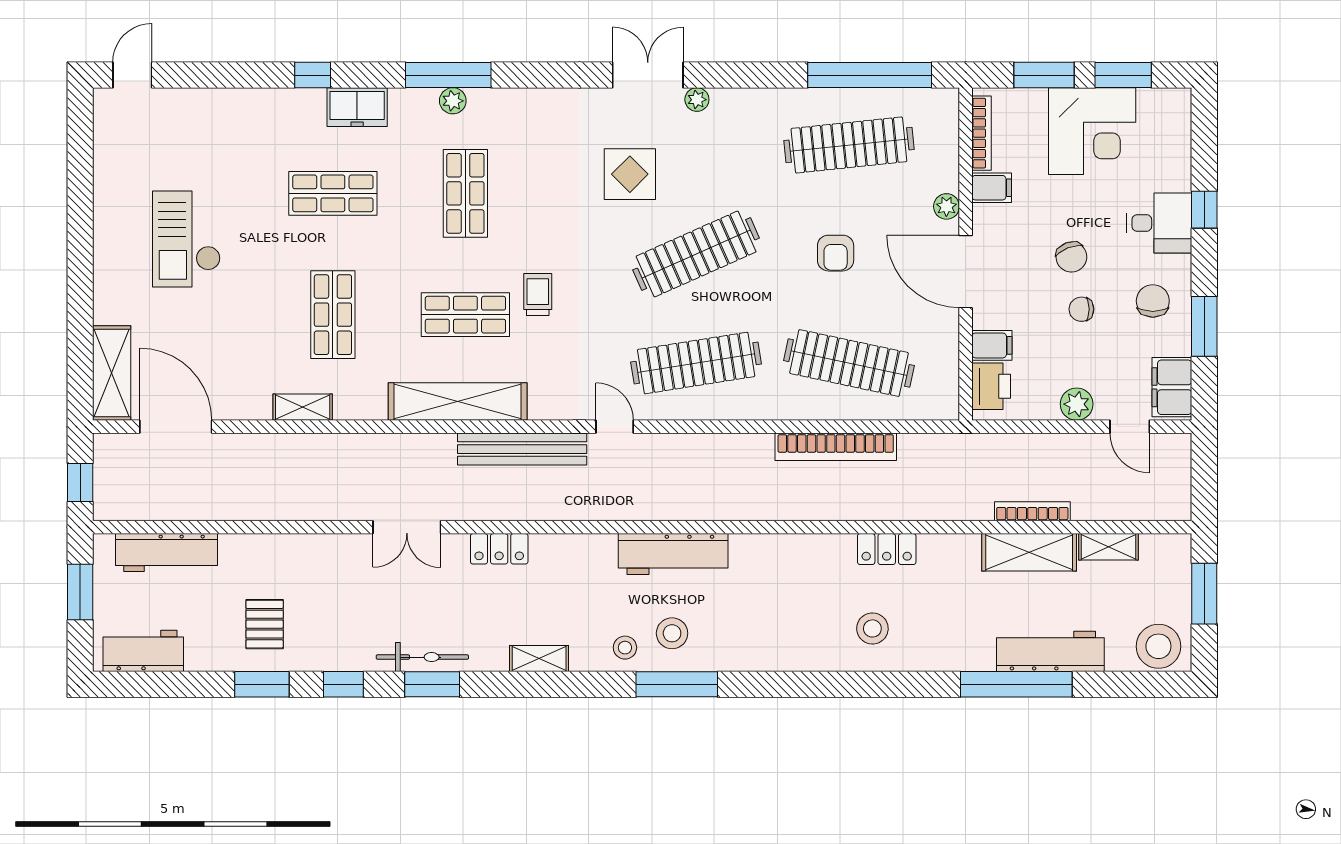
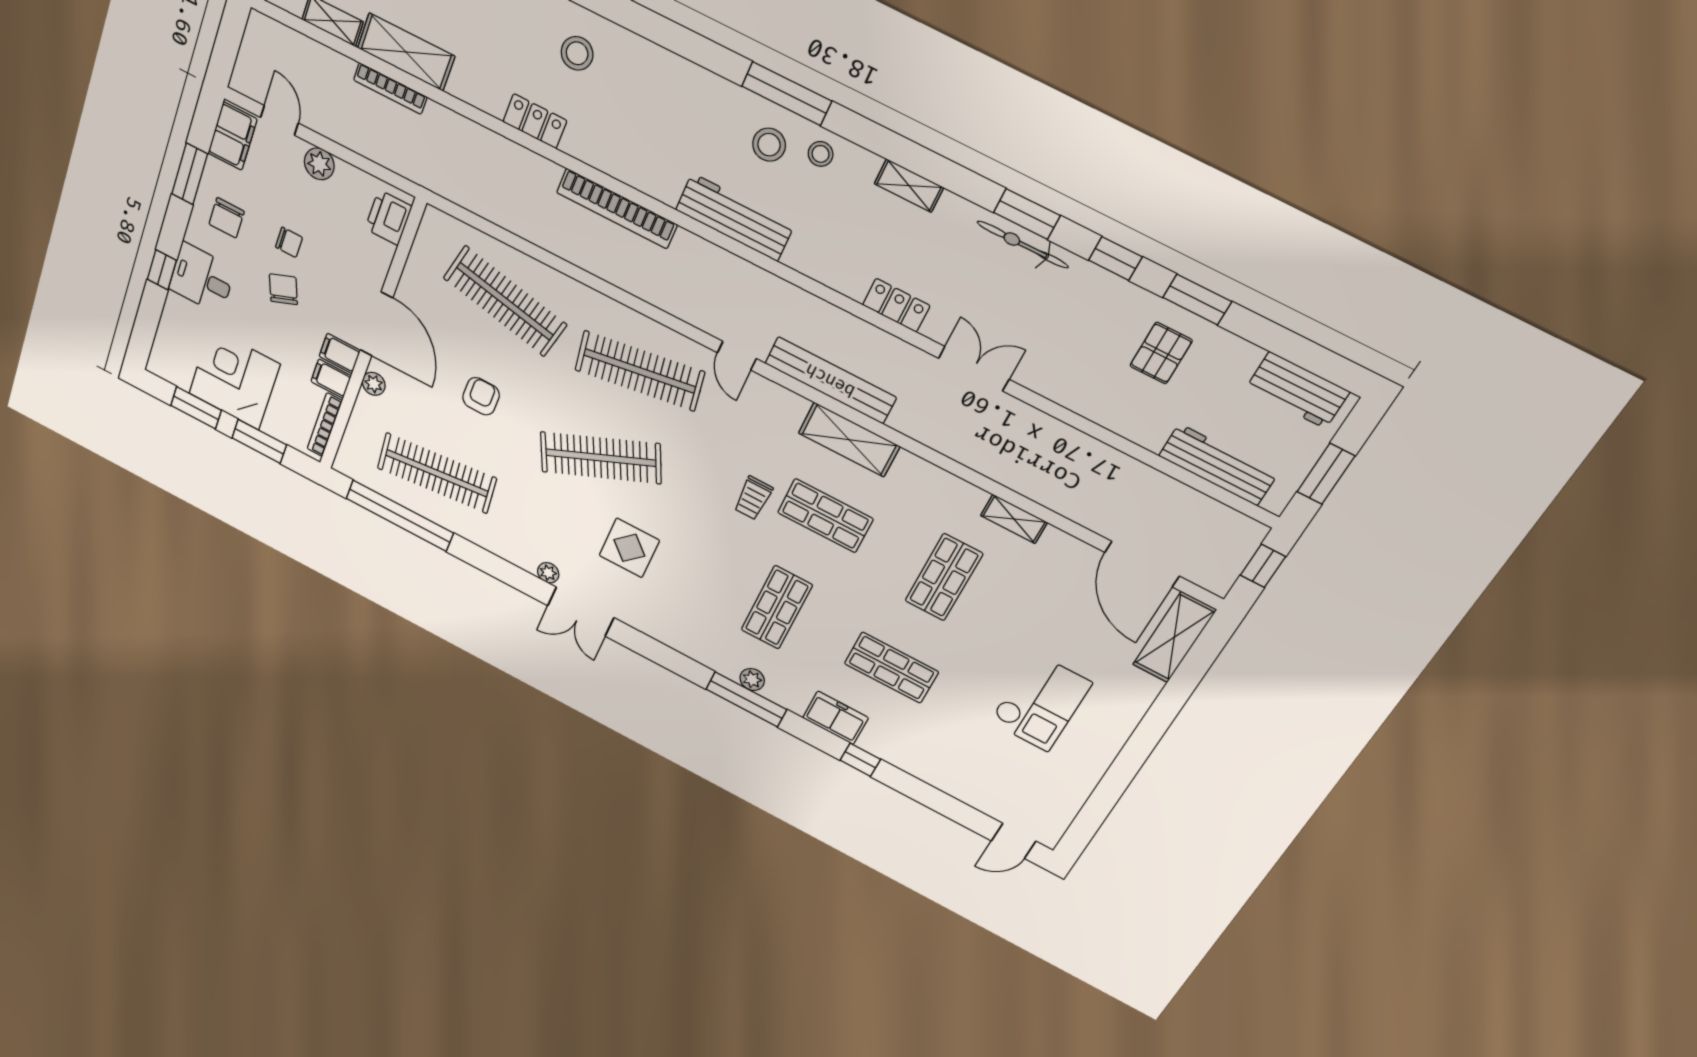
filing cabinet: (992, 345) -> (340, 353), moved
shelving: (458, 402) -> (849, 440), width x0.68
bookcase: (836, 447) -> (617, 209), moved, turned 180

